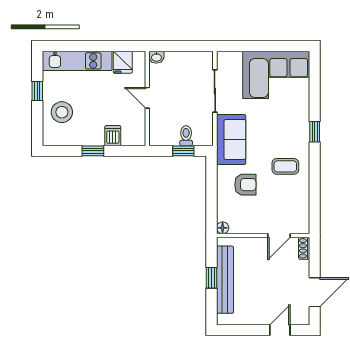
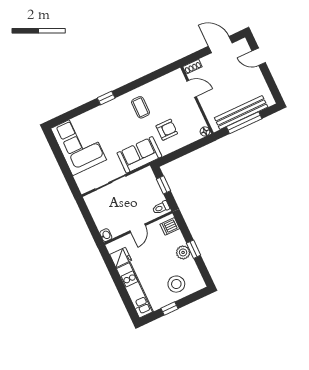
dishwasher: (113, 136) -> (170, 226), moved
toilet: (186, 136) -> (161, 208), moved
plant: (95, 137) -> (183, 252), added
armchair: (245, 185) -> (167, 130), turned 90
window: (212, 278) -> (244, 123), width x2.17

